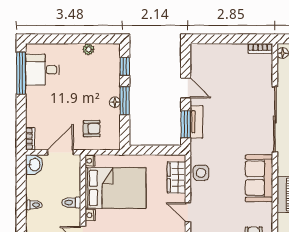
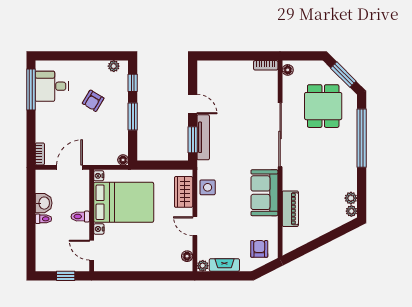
plant: (88, 49) -> (114, 66), moved
floor lamp: (115, 102) -> (123, 160), moved
tv unit: (197, 122) -> (203, 137), width x1.41
armchair: (92, 129) -> (93, 101), moved, turned 121
washbasin: (34, 165) -> (44, 203), moved

